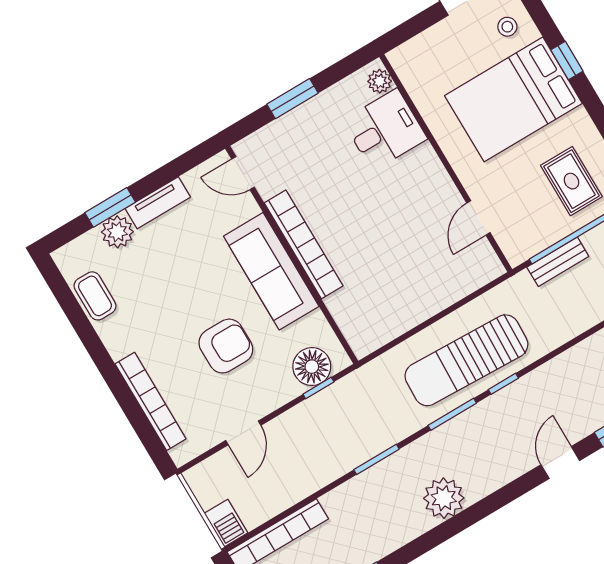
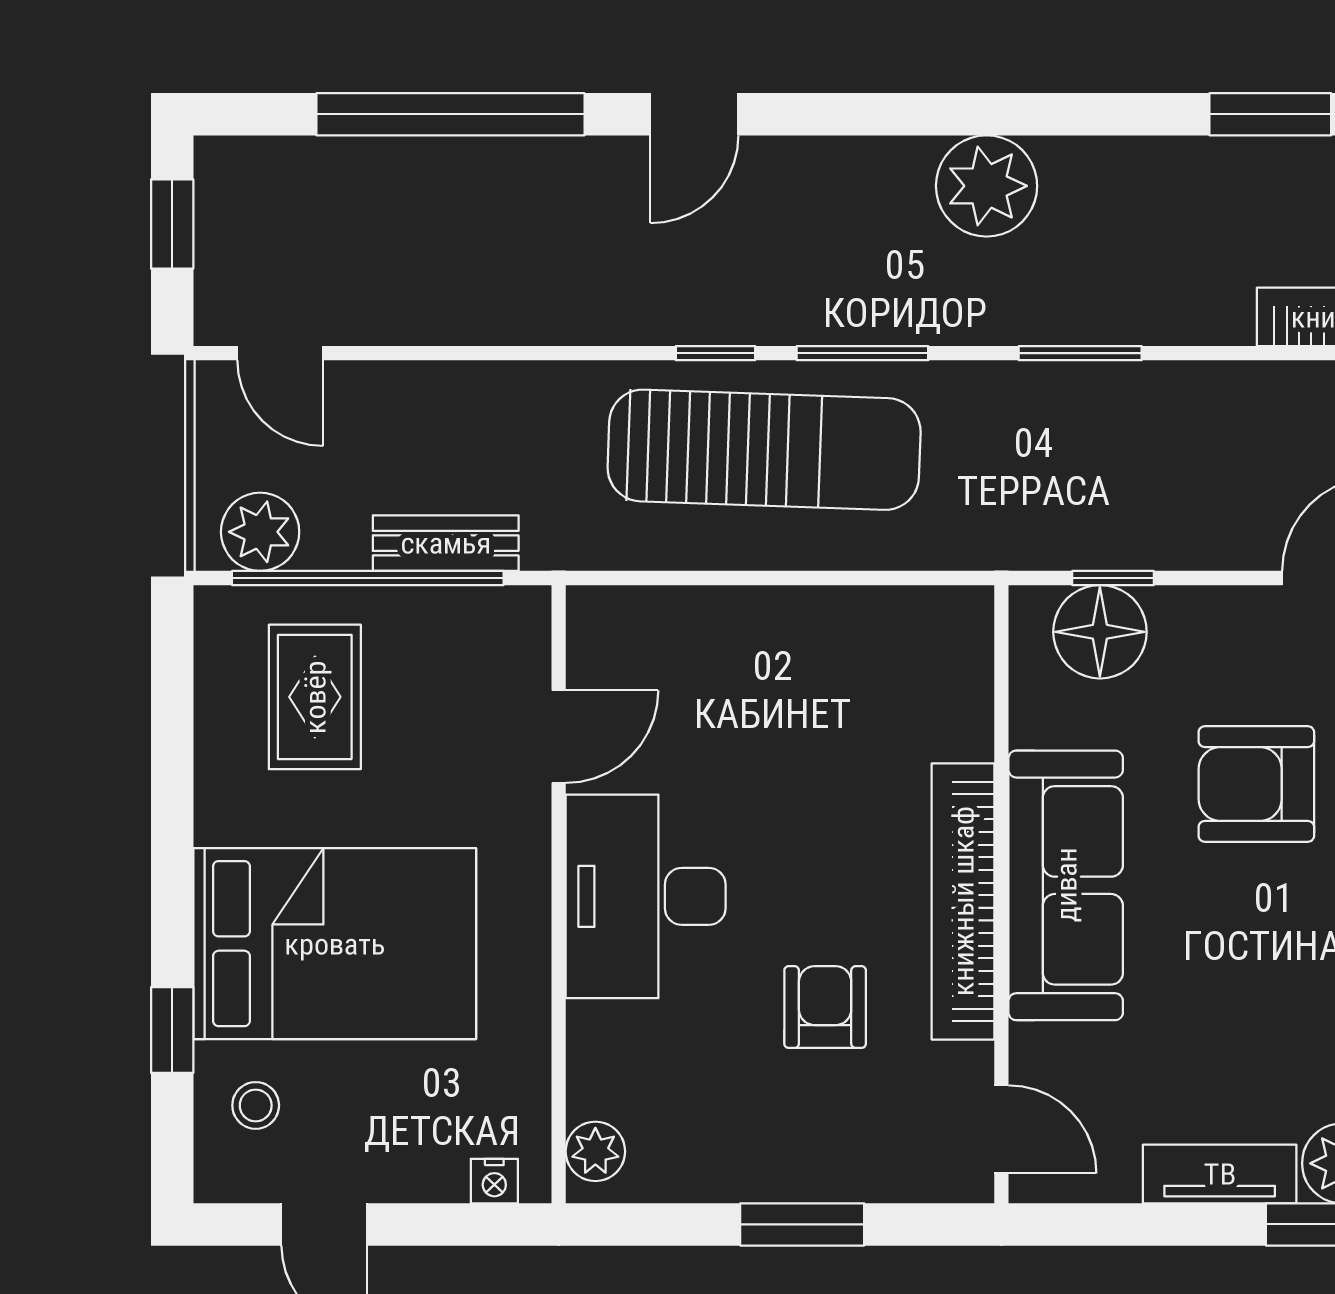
nightstand: (409, 50) -> (494, 1181), added
window: (567, 60) -> (172, 1030), moved
desk: (385, 130) -> (646, 896), moved, width x1.37
armchair: (330, 179) -> (825, 1007), added

